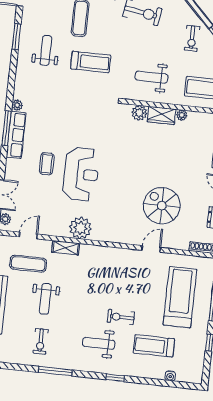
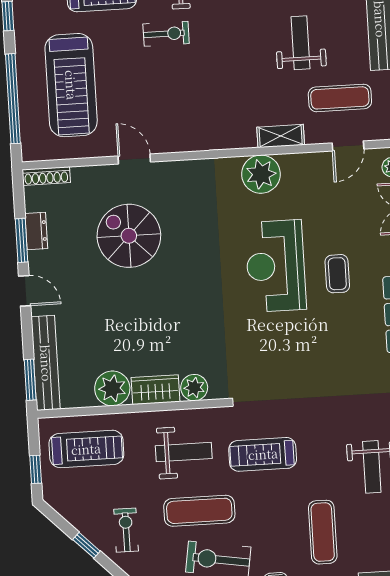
exercise mat: (148, 42) -> (199, 511), added
treadmill: (91, 62) -> (263, 454), moved
plant: (182, 115) -> (112, 388), width x1.88, depth x1.88
spiral stairs: (162, 206) -> (129, 236), turned 180
door: (151, 249) -> (134, 159), swing flipped

